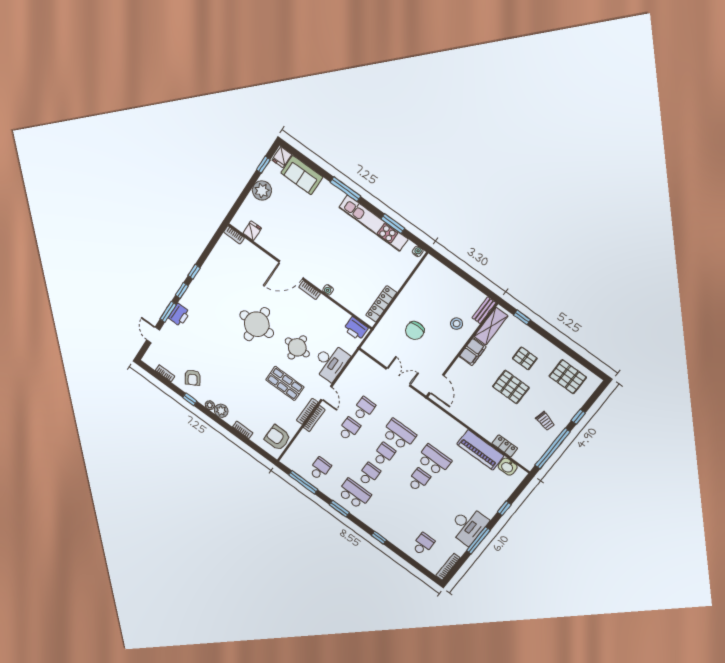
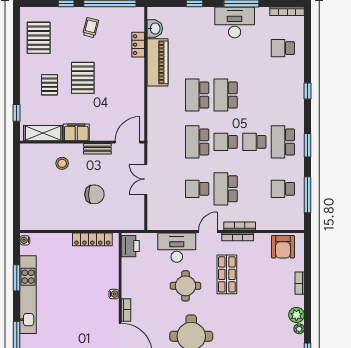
bench: (484, 310) -> (97, 149), moved
school desk: (349, 429) -> (226, 189), width x1.85
school desk: (419, 480) -> (226, 95), width x1.85

